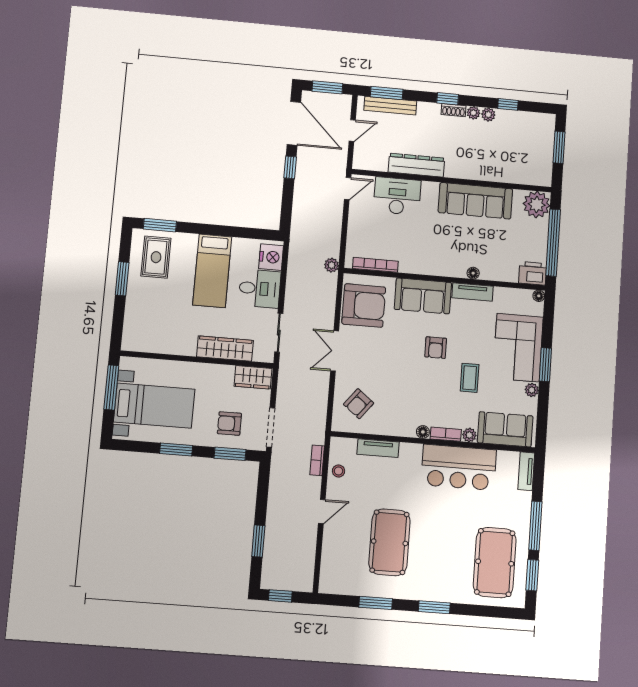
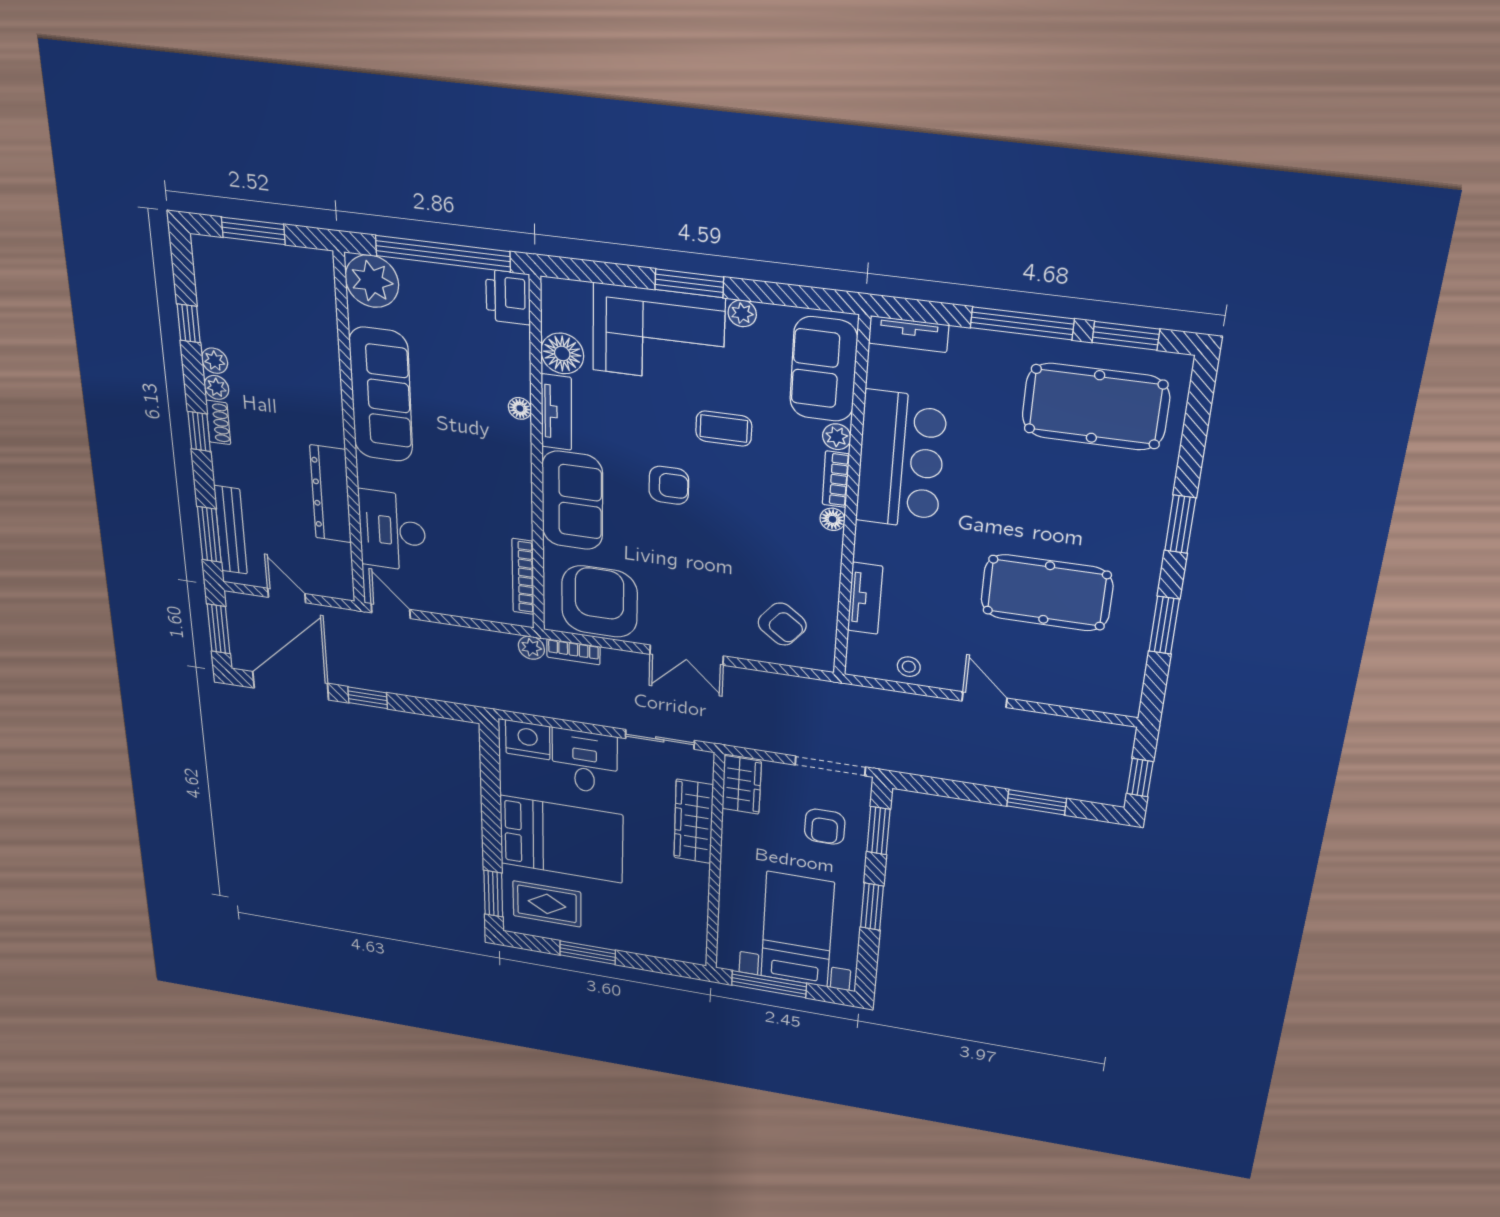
bed: (212, 271) -> (561, 839), width x1.50
floor lamp: (539, 296) -> (562, 353), moved, width x1.89, depth x1.89
bookcase: (317, 460) -> (573, 652), moved

